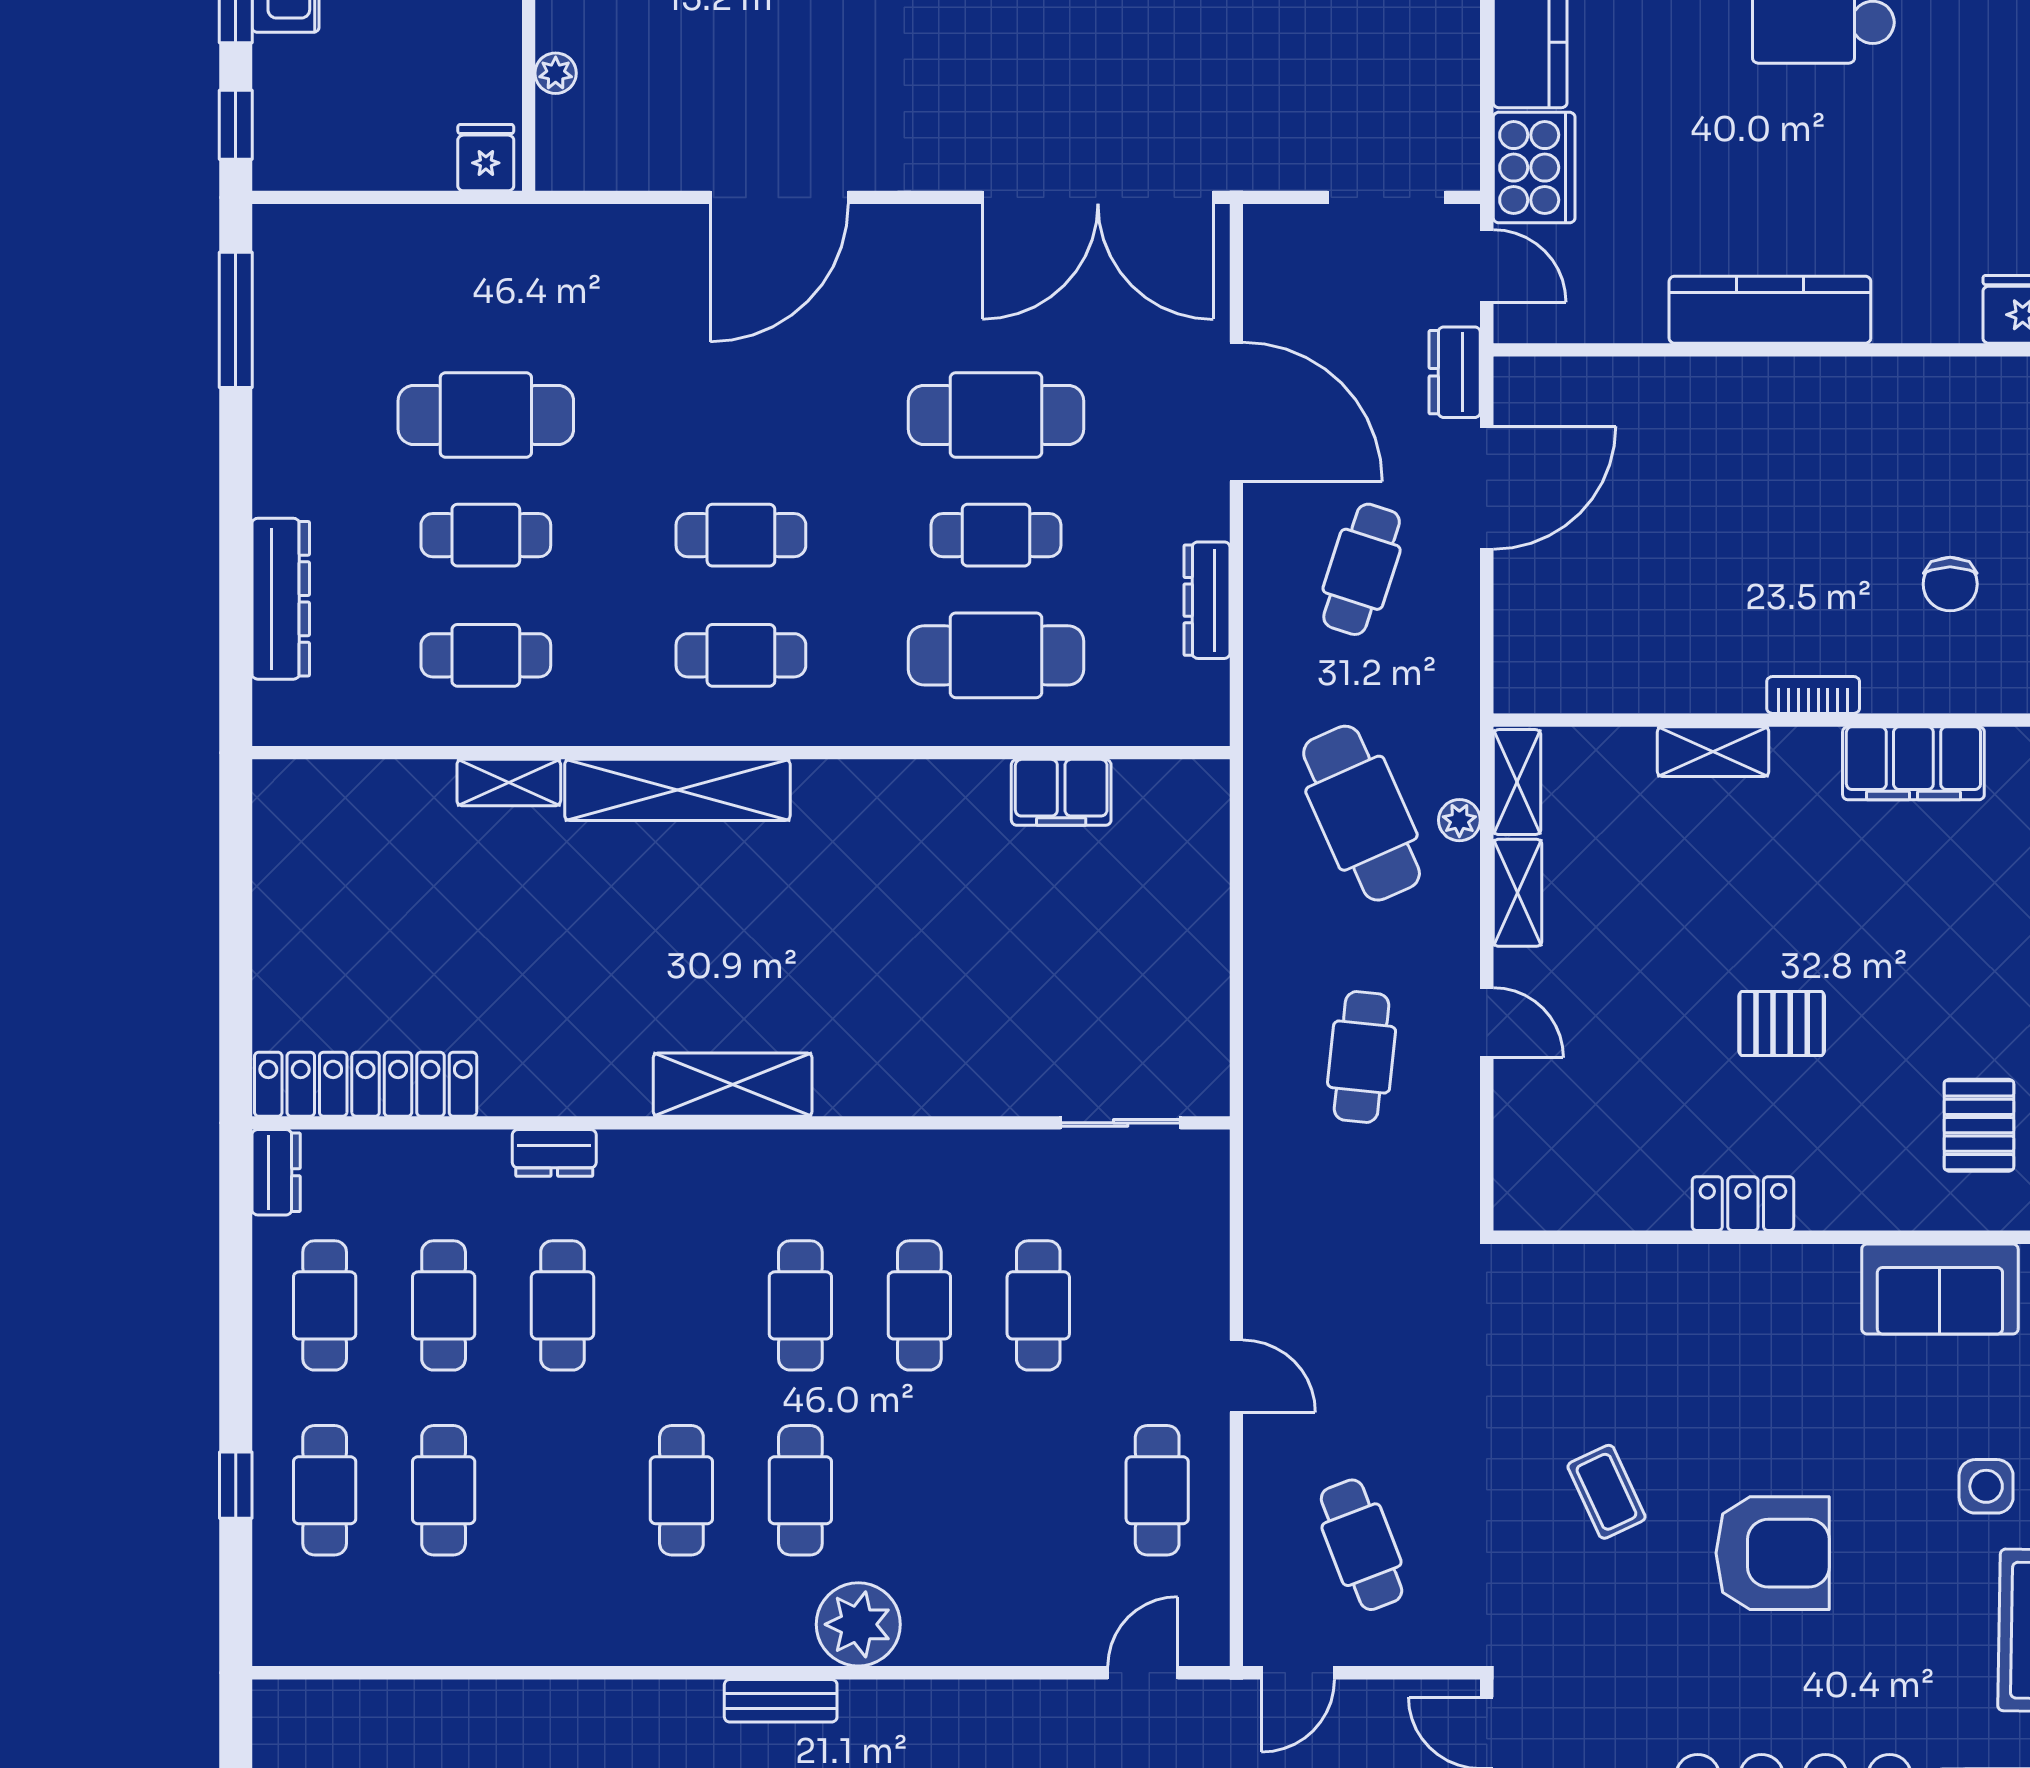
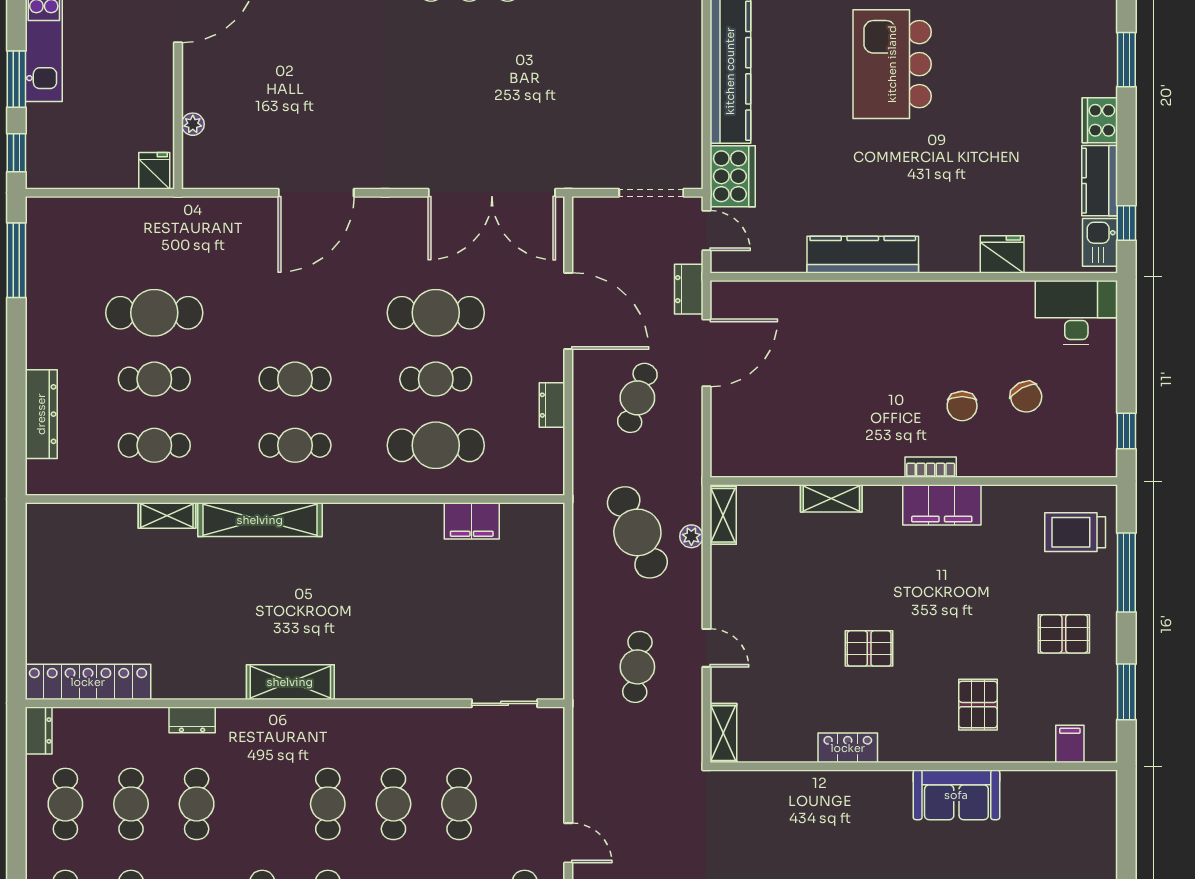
dresser: (1207, 600) -> (552, 405), width x0.70
bookcase: (1813, 695) -> (931, 467), moved
shelving: (1517, 893) -> (723, 733), moved

